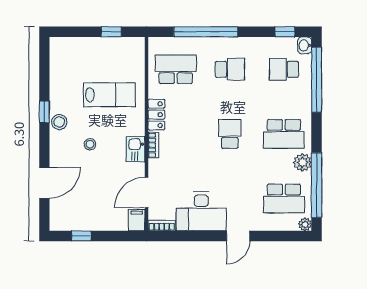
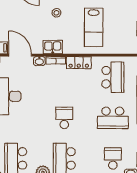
school desk: (230, 69) -> (113, 118), width x1.85
school desk: (230, 134) -> (64, 118), turned -90
washbasin: (154, 167) -> (39, 61), added

